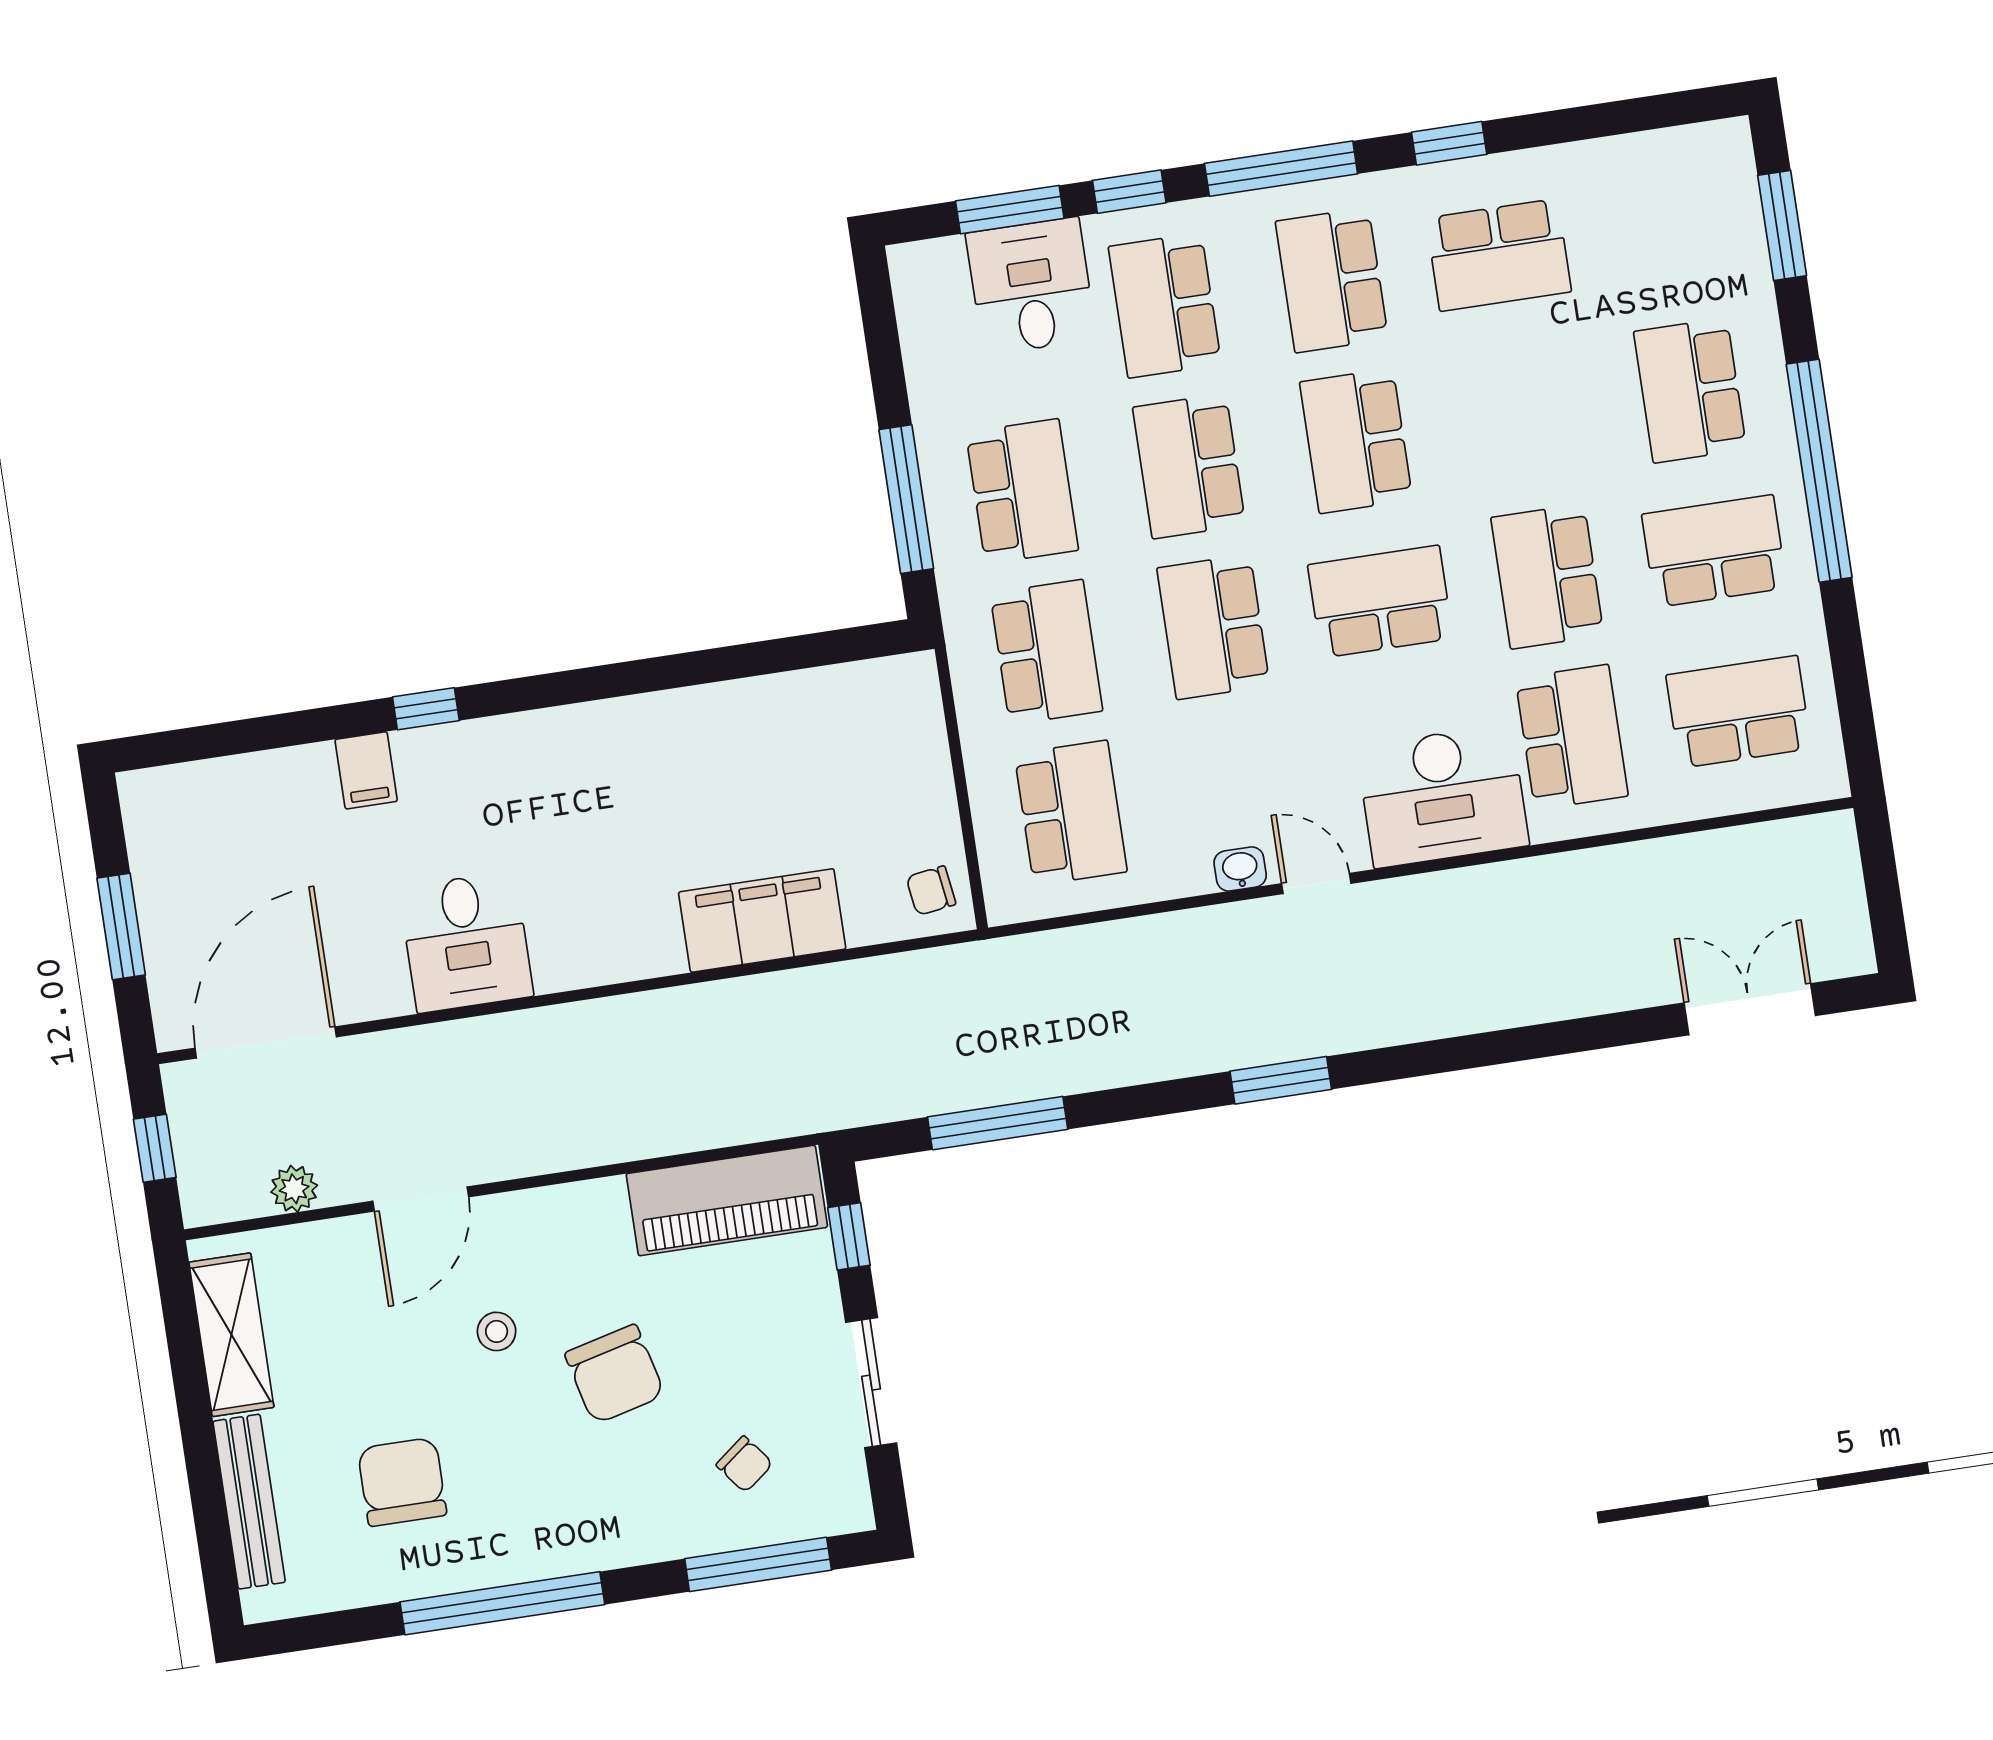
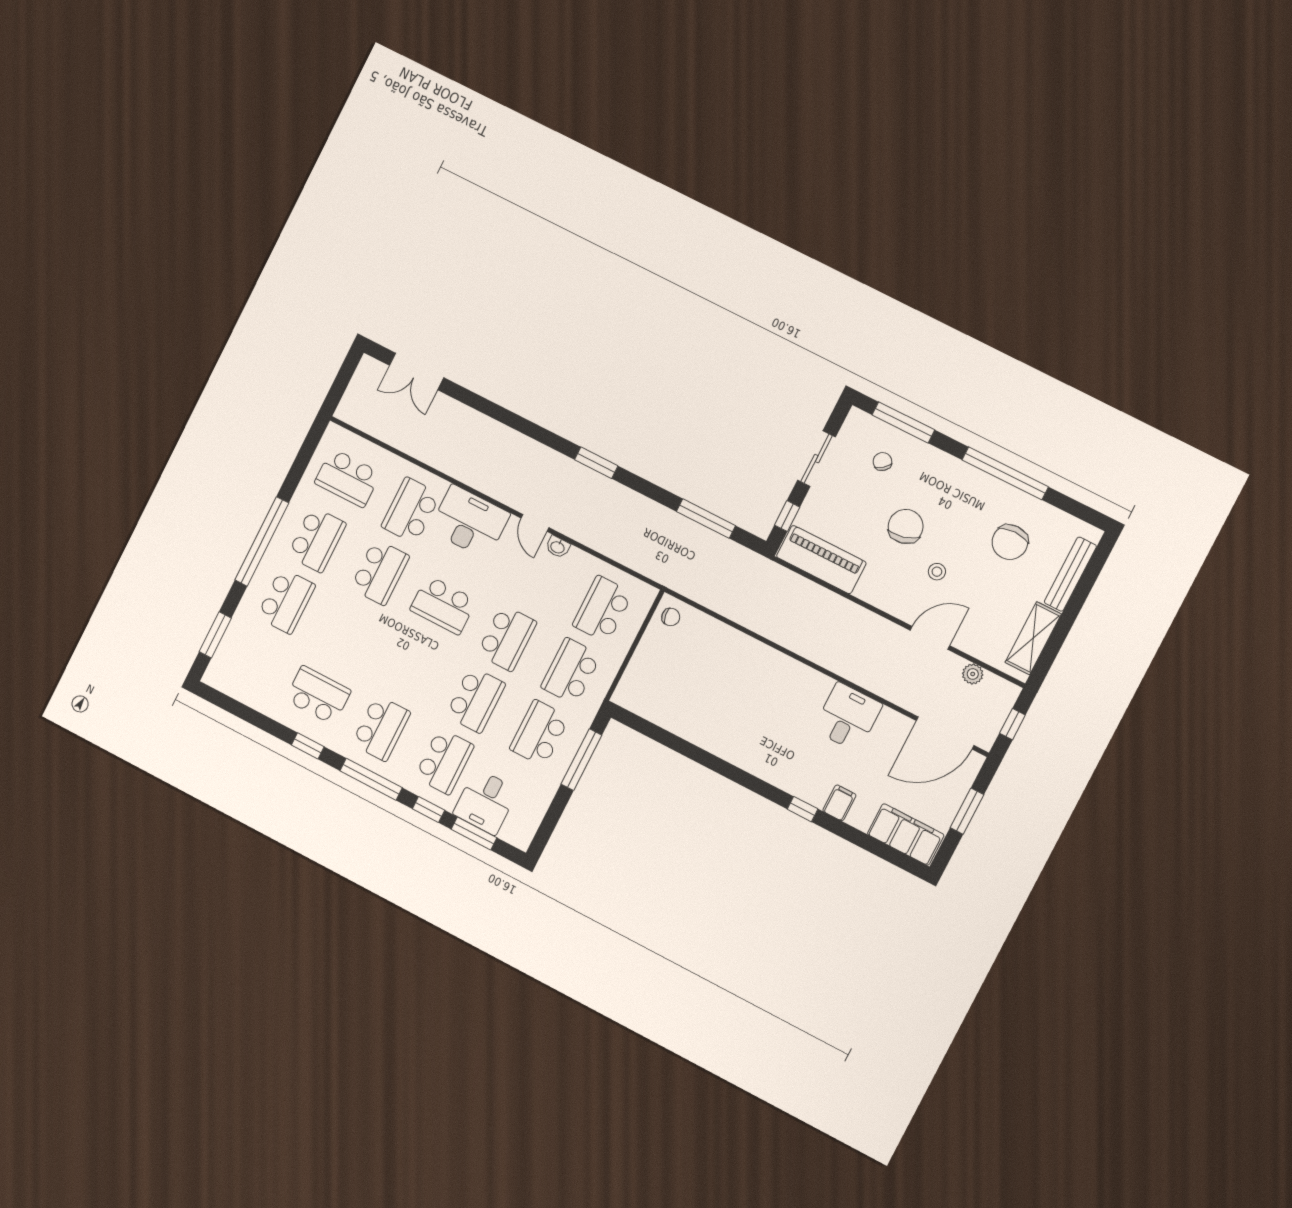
school desk: (1356, 441) -> (412, 667), removed
school desk: (1714, 551) -> (317, 540), turned -90
filing cabinet: (762, 920) -> (906, 834), moved, turned 180

